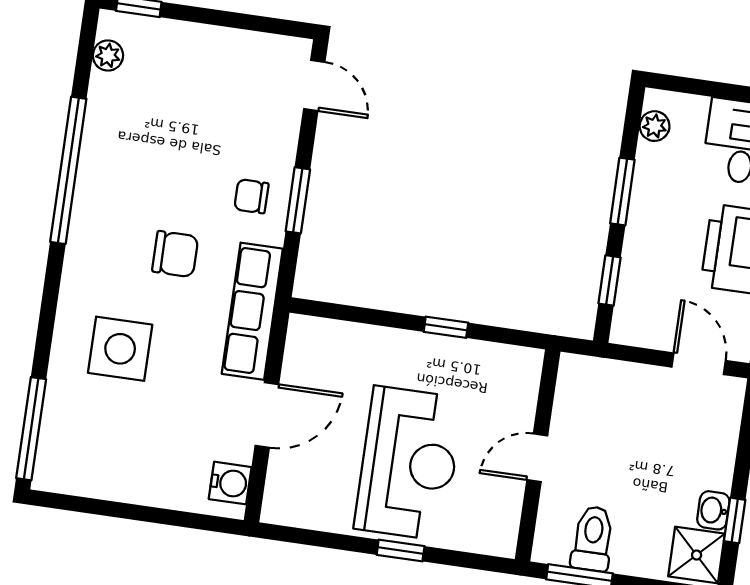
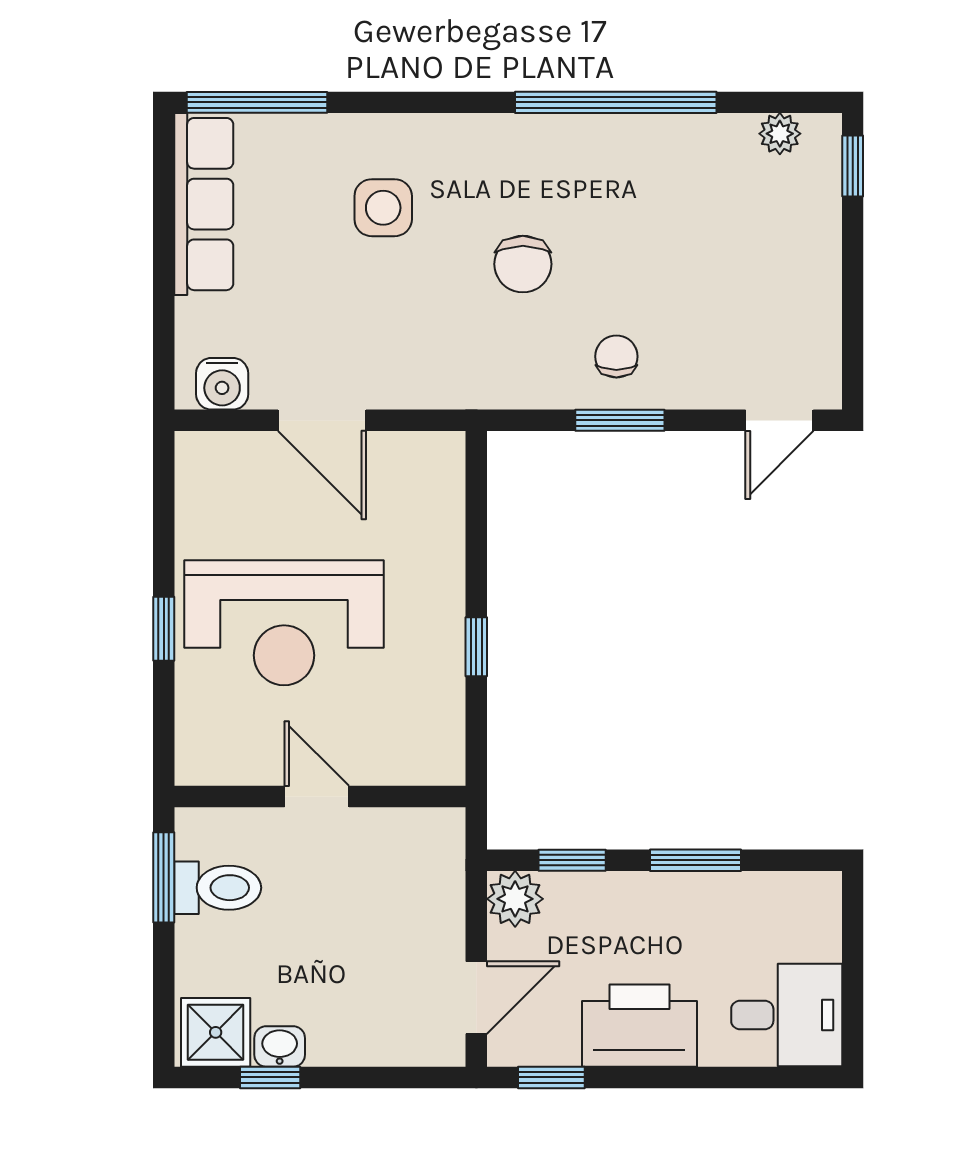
plant: (655, 126) -> (515, 899), moved, width x1.38, depth x1.38
row of seats: (252, 311) -> (204, 204), moved, turned 90
side table: (120, 349) -> (383, 208), width x0.73, depth x0.73

